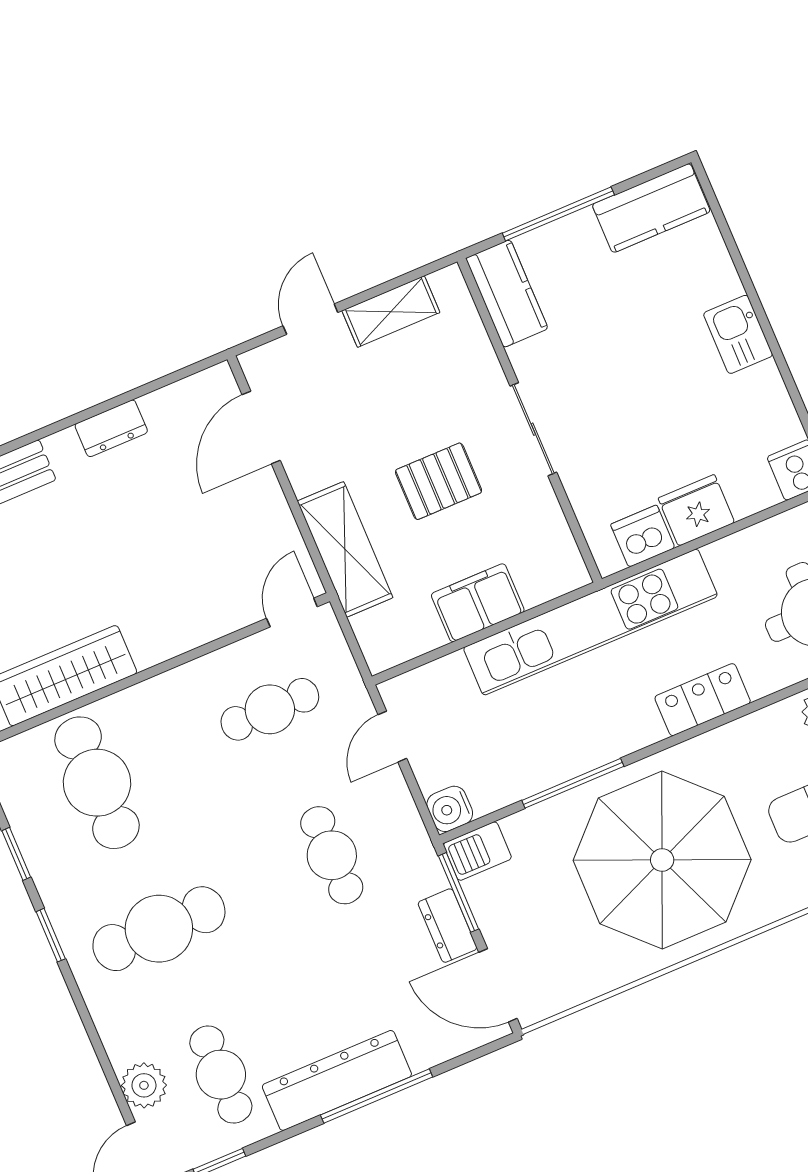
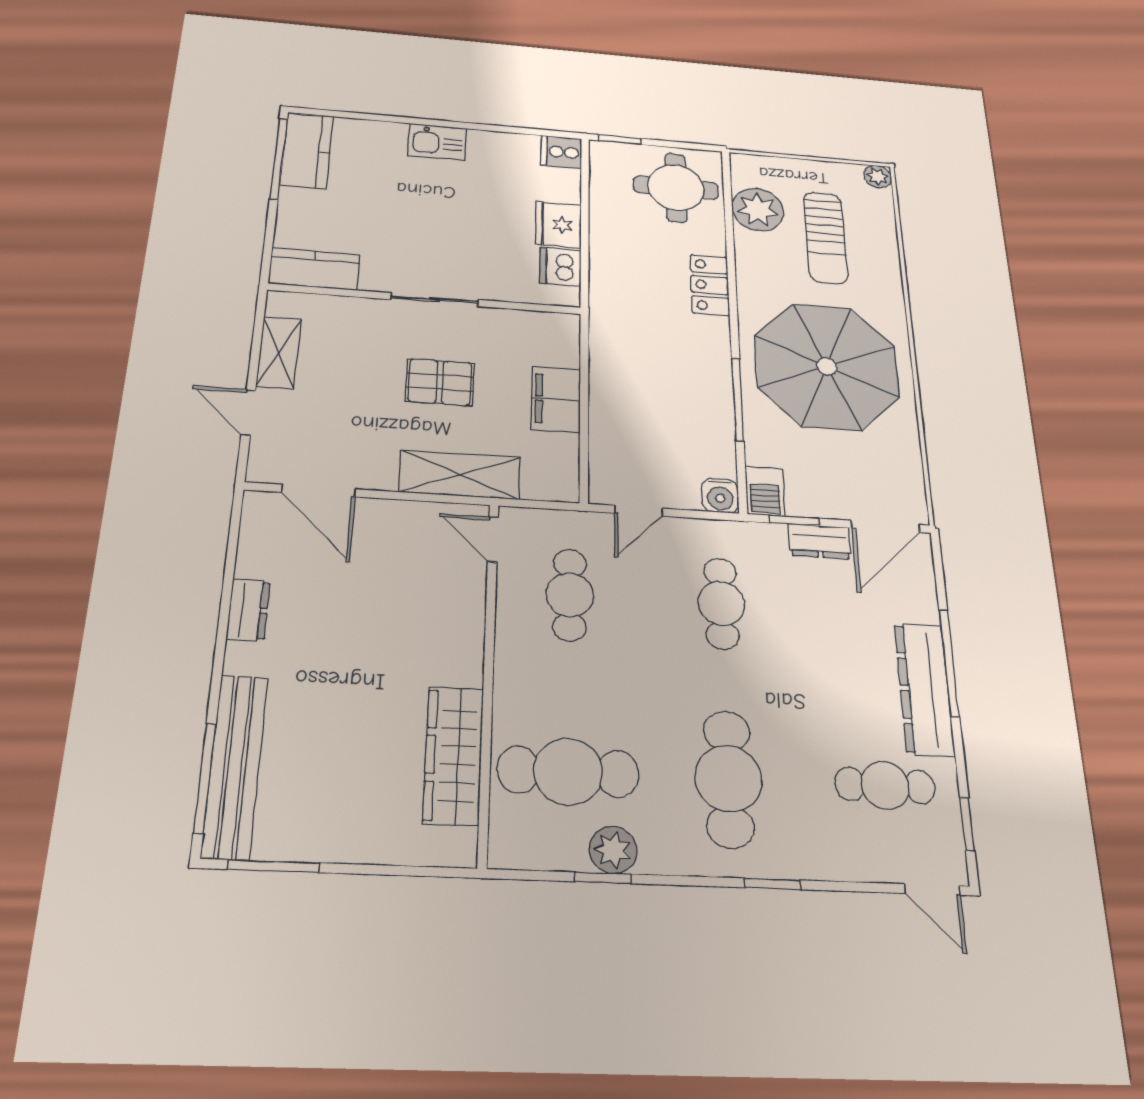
window: (558, 214) -> (279, 159), moved
pallet: (439, 481) -> (440, 382), turned 90
kitchen unit: (590, 622) -> (611, 330), removed
door: (392, 737) -> (639, 511), hinge flipped
cafe table: (332, 855) -> (721, 603), turned 90
window: (459, 892) -> (794, 521), width x0.67
window: (51, 935) -> (773, 884), moved
plant: (144, 1085) -> (613, 850), moved

